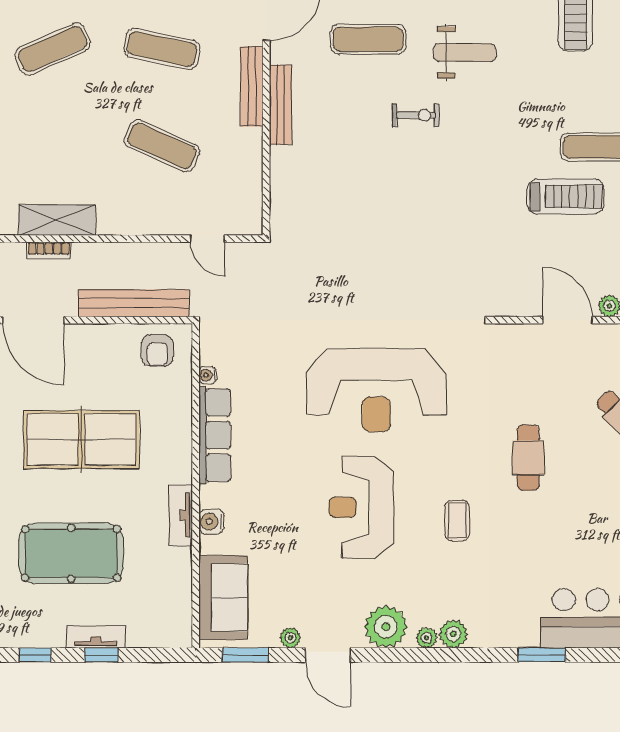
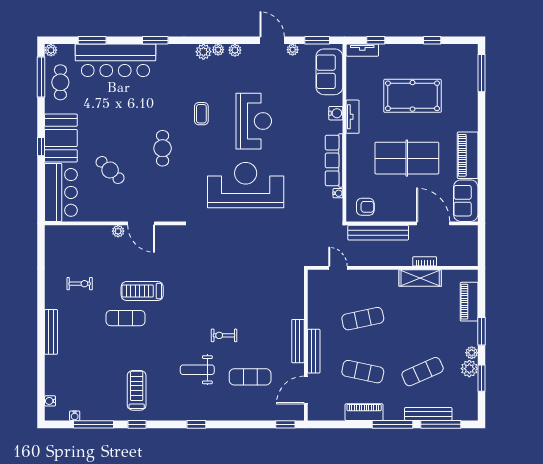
exercise mat: (162, 146) -> (363, 319), turned -36
armchair: (157, 350) -> (365, 207), turned 90
plant: (386, 627) -> (235, 50), width x0.53, depth x0.53
tv unit: (96, 637) -> (362, 50), moved
window: (101, 655) -> (376, 40), moved

